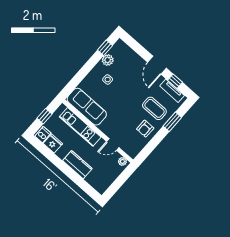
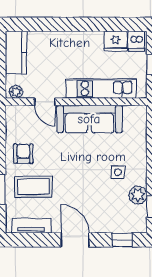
window: (175, 81) -> (122, 240), moved
sofa: (87, 107) -> (89, 119), moved
door: (113, 144) -> (45, 102), swing flipped
kitchen counter: (77, 165) -> (16, 52), moved, turned -90

